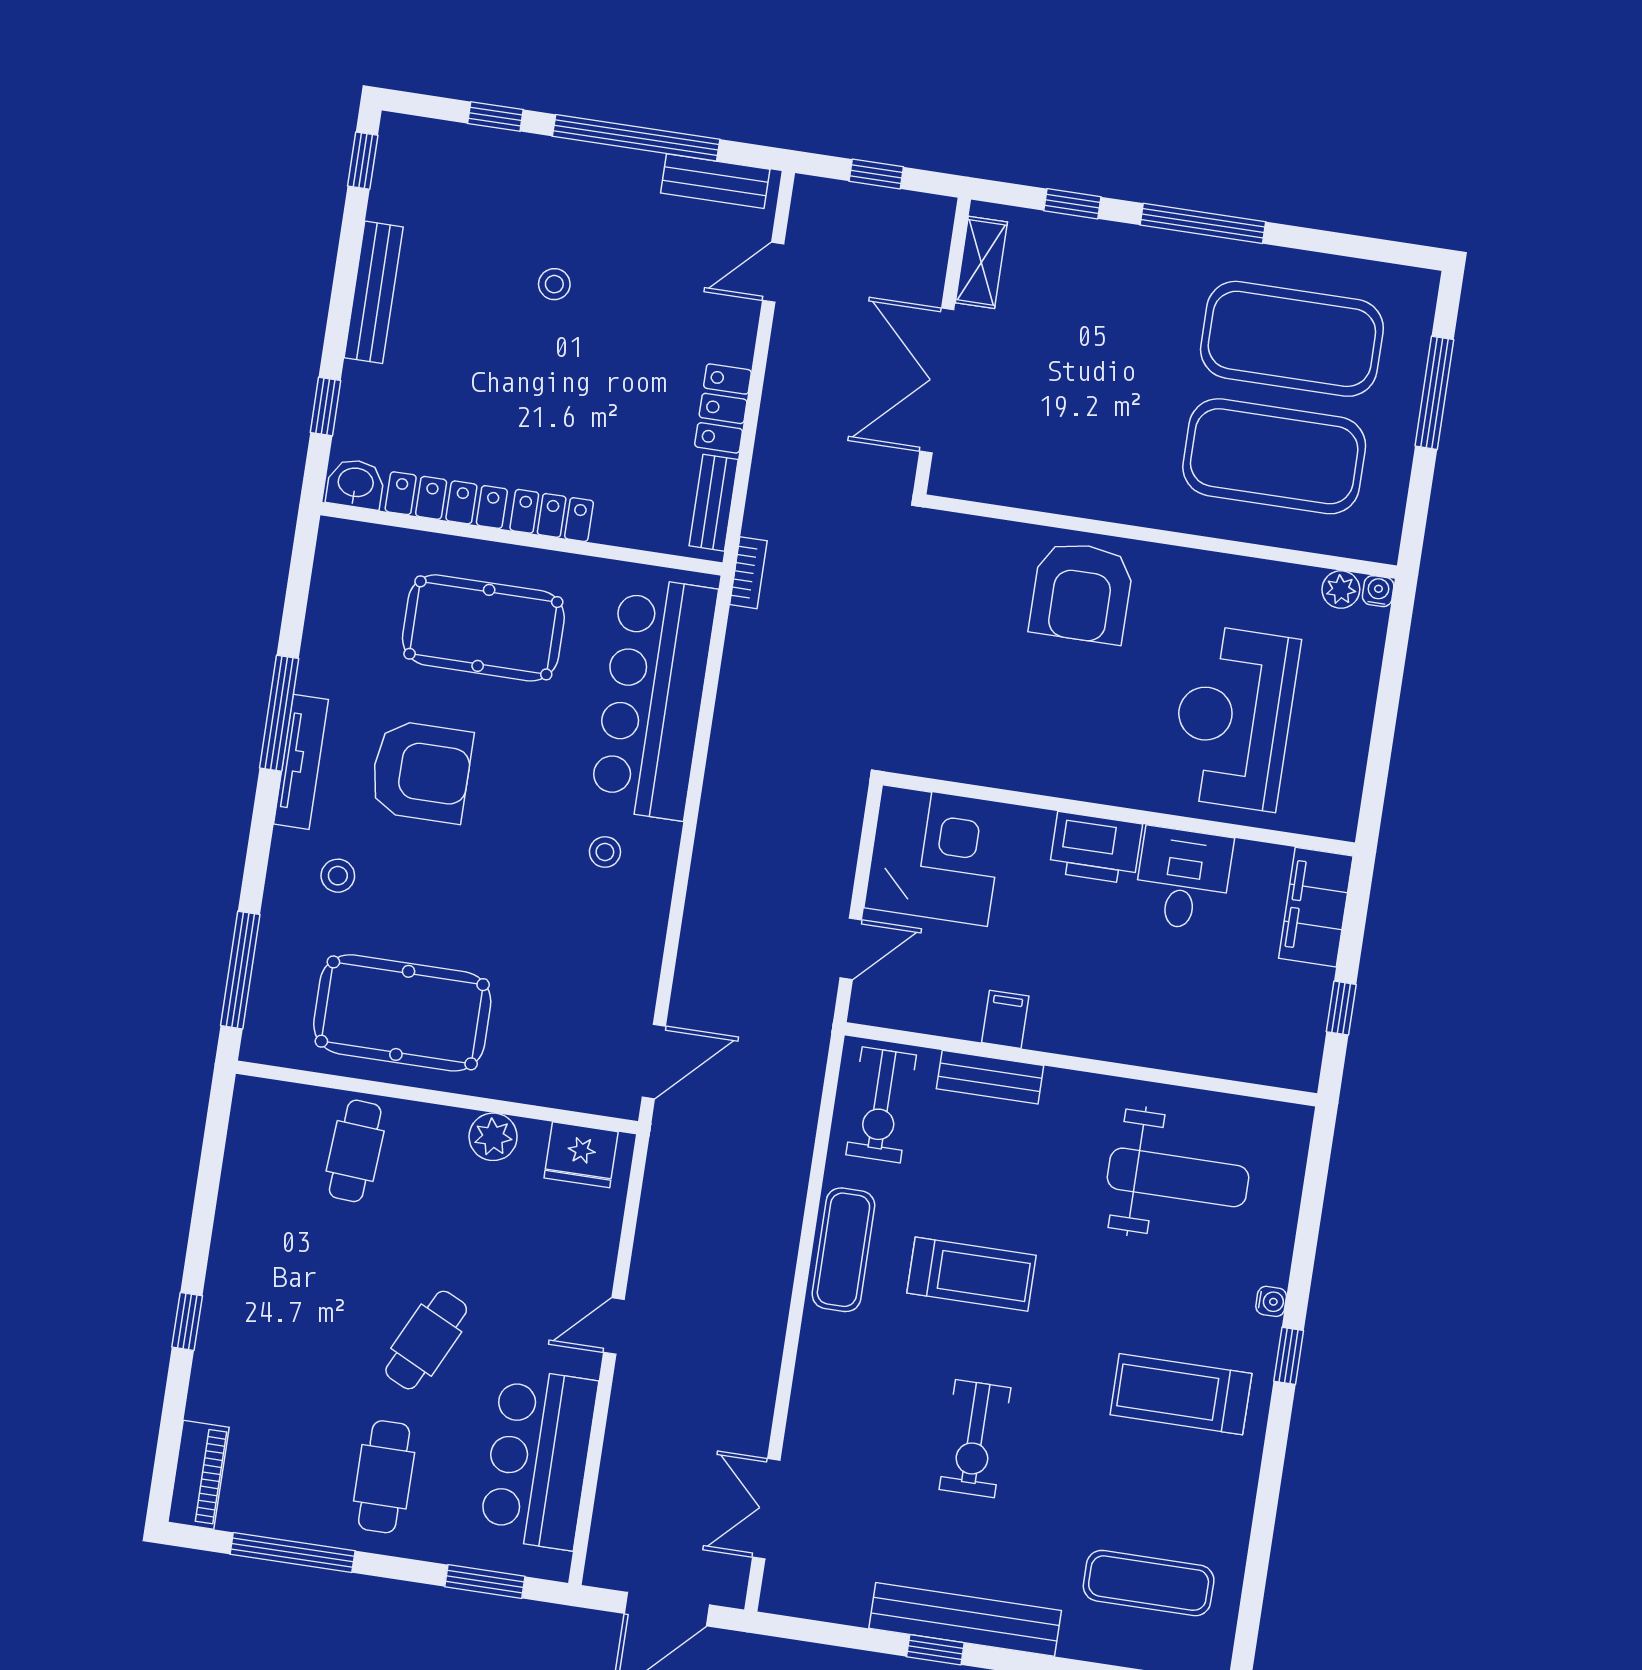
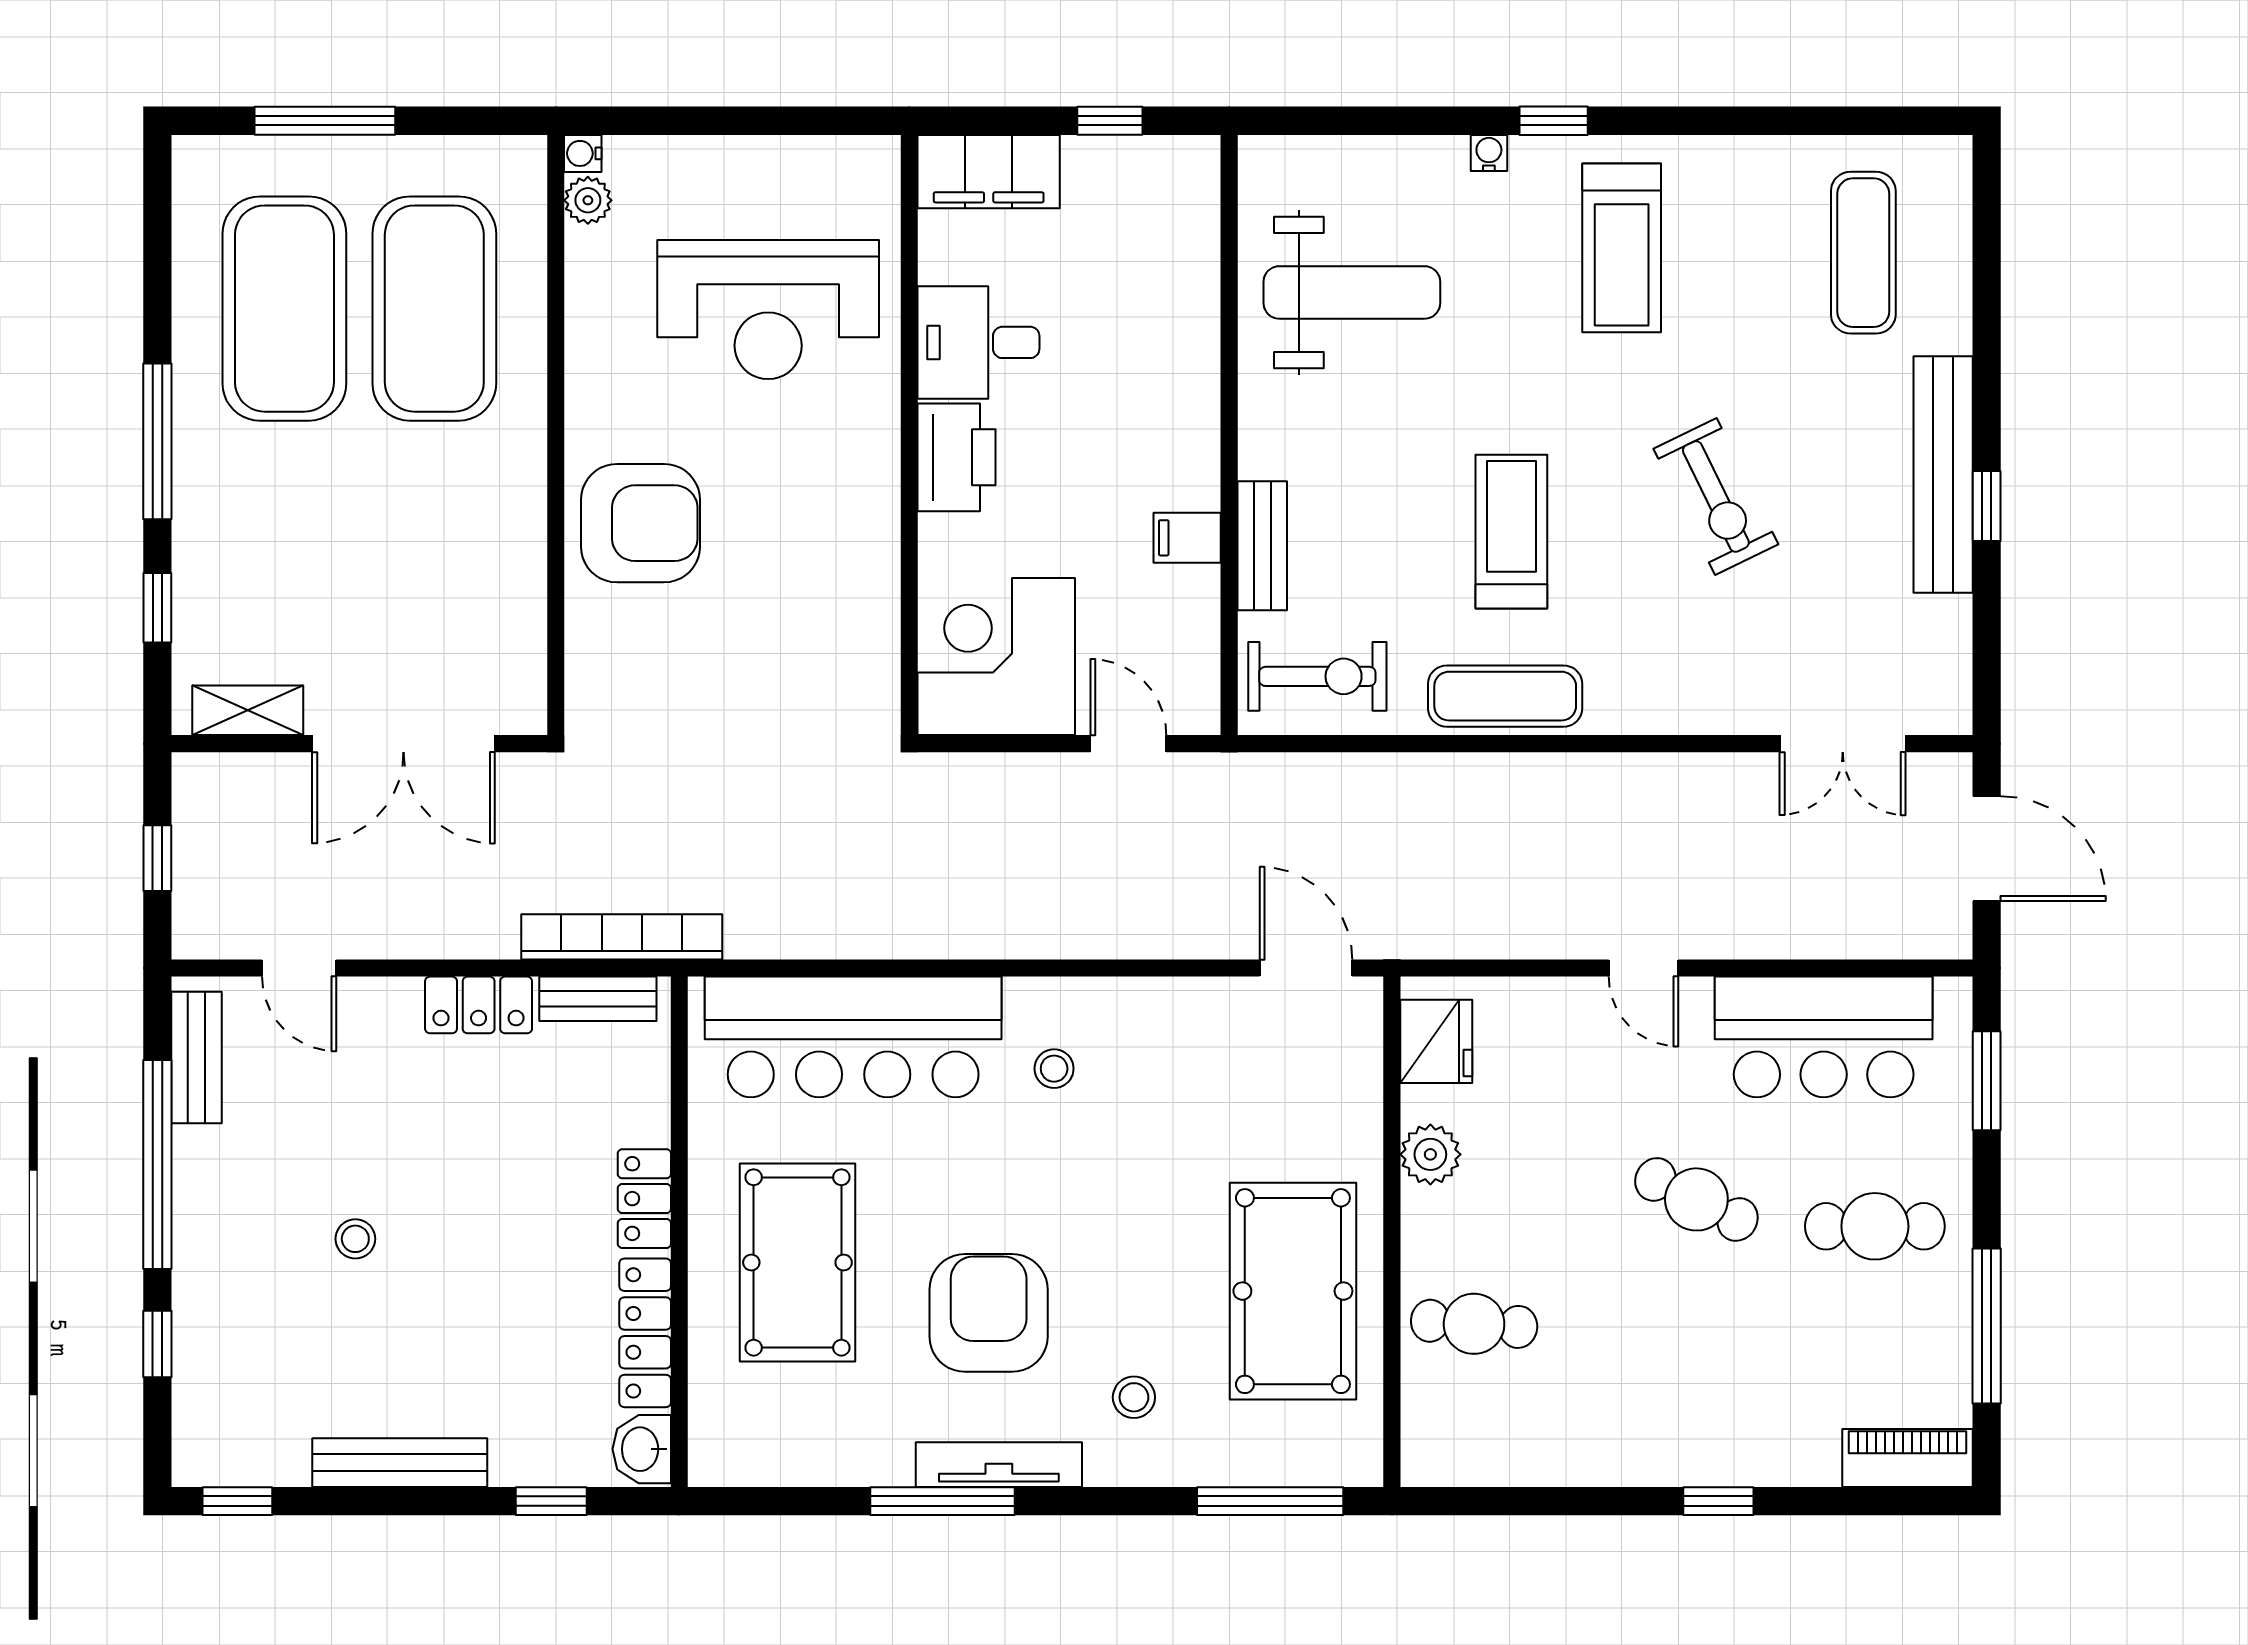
bookcase: (748, 573) -> (622, 937), width x2.31, depth x1.31
weight bench: (1178, 1177) -> (1352, 292), turned 90
exercise bike: (975, 1439) -> (1716, 497), turned 64

